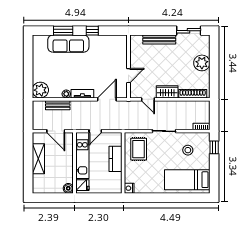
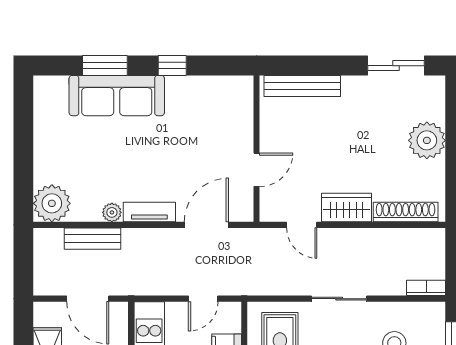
bench: (159, 40) -> (302, 86), moved
door: (95, 131) -> (203, 299), moved

